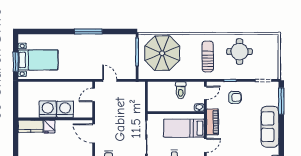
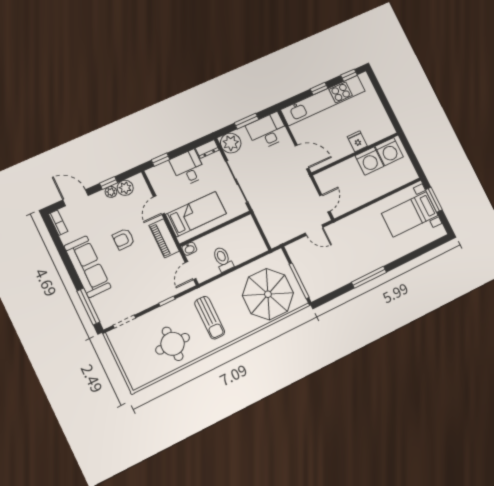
armchair: (235, 97) -> (123, 239), moved
washing machine: (65, 109) -> (389, 152), moved
kitchen counter: (31, 126) -> (379, 132), removed

